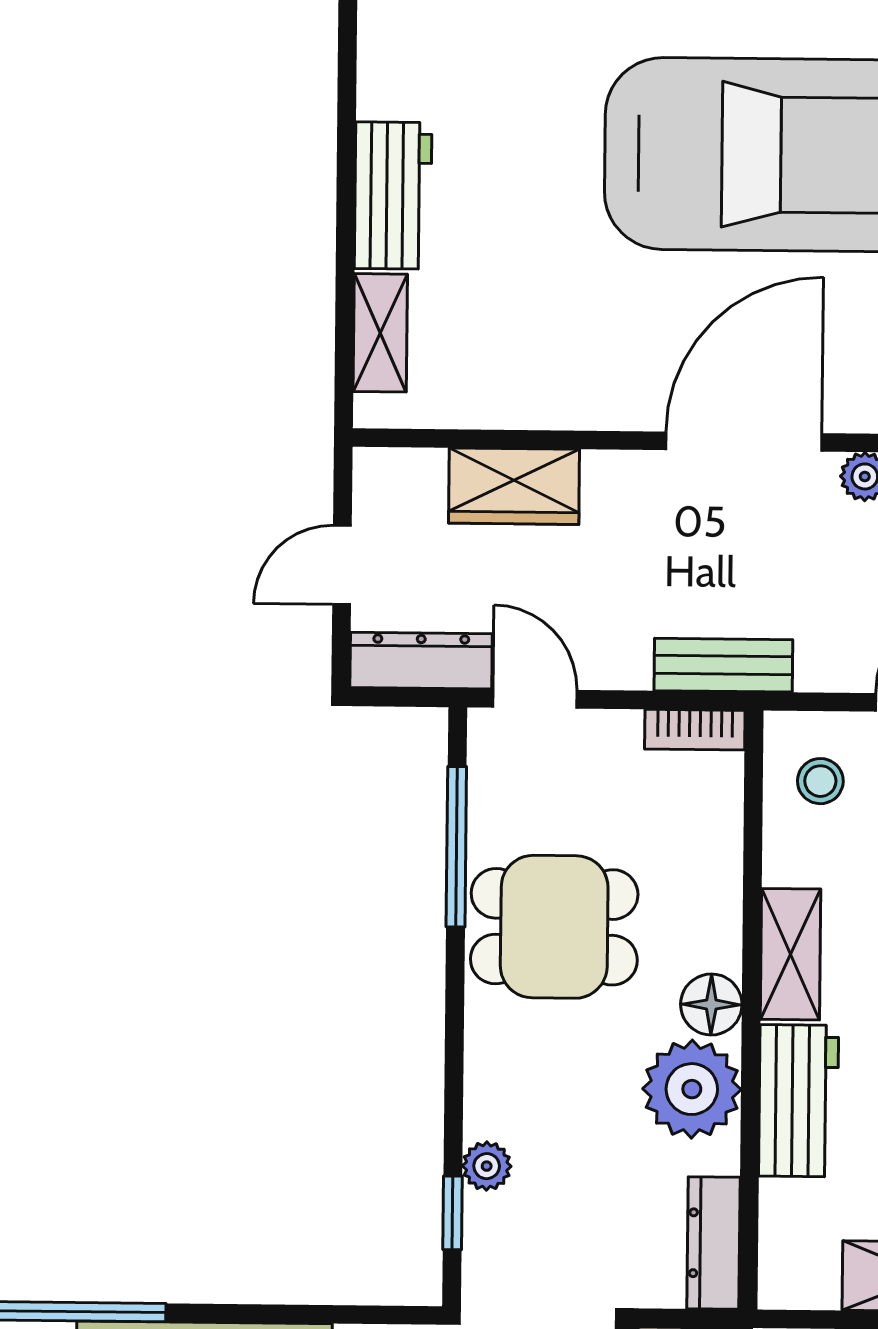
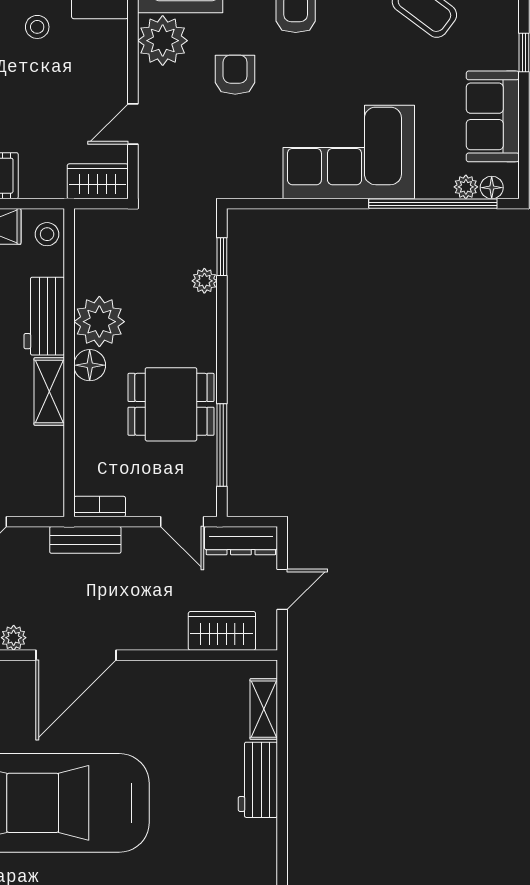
wardrobe: (514, 486) -> (222, 631), moved
stool: (820, 781) -> (47, 234), moved
dresser: (714, 1243) -> (87, 242), removed

